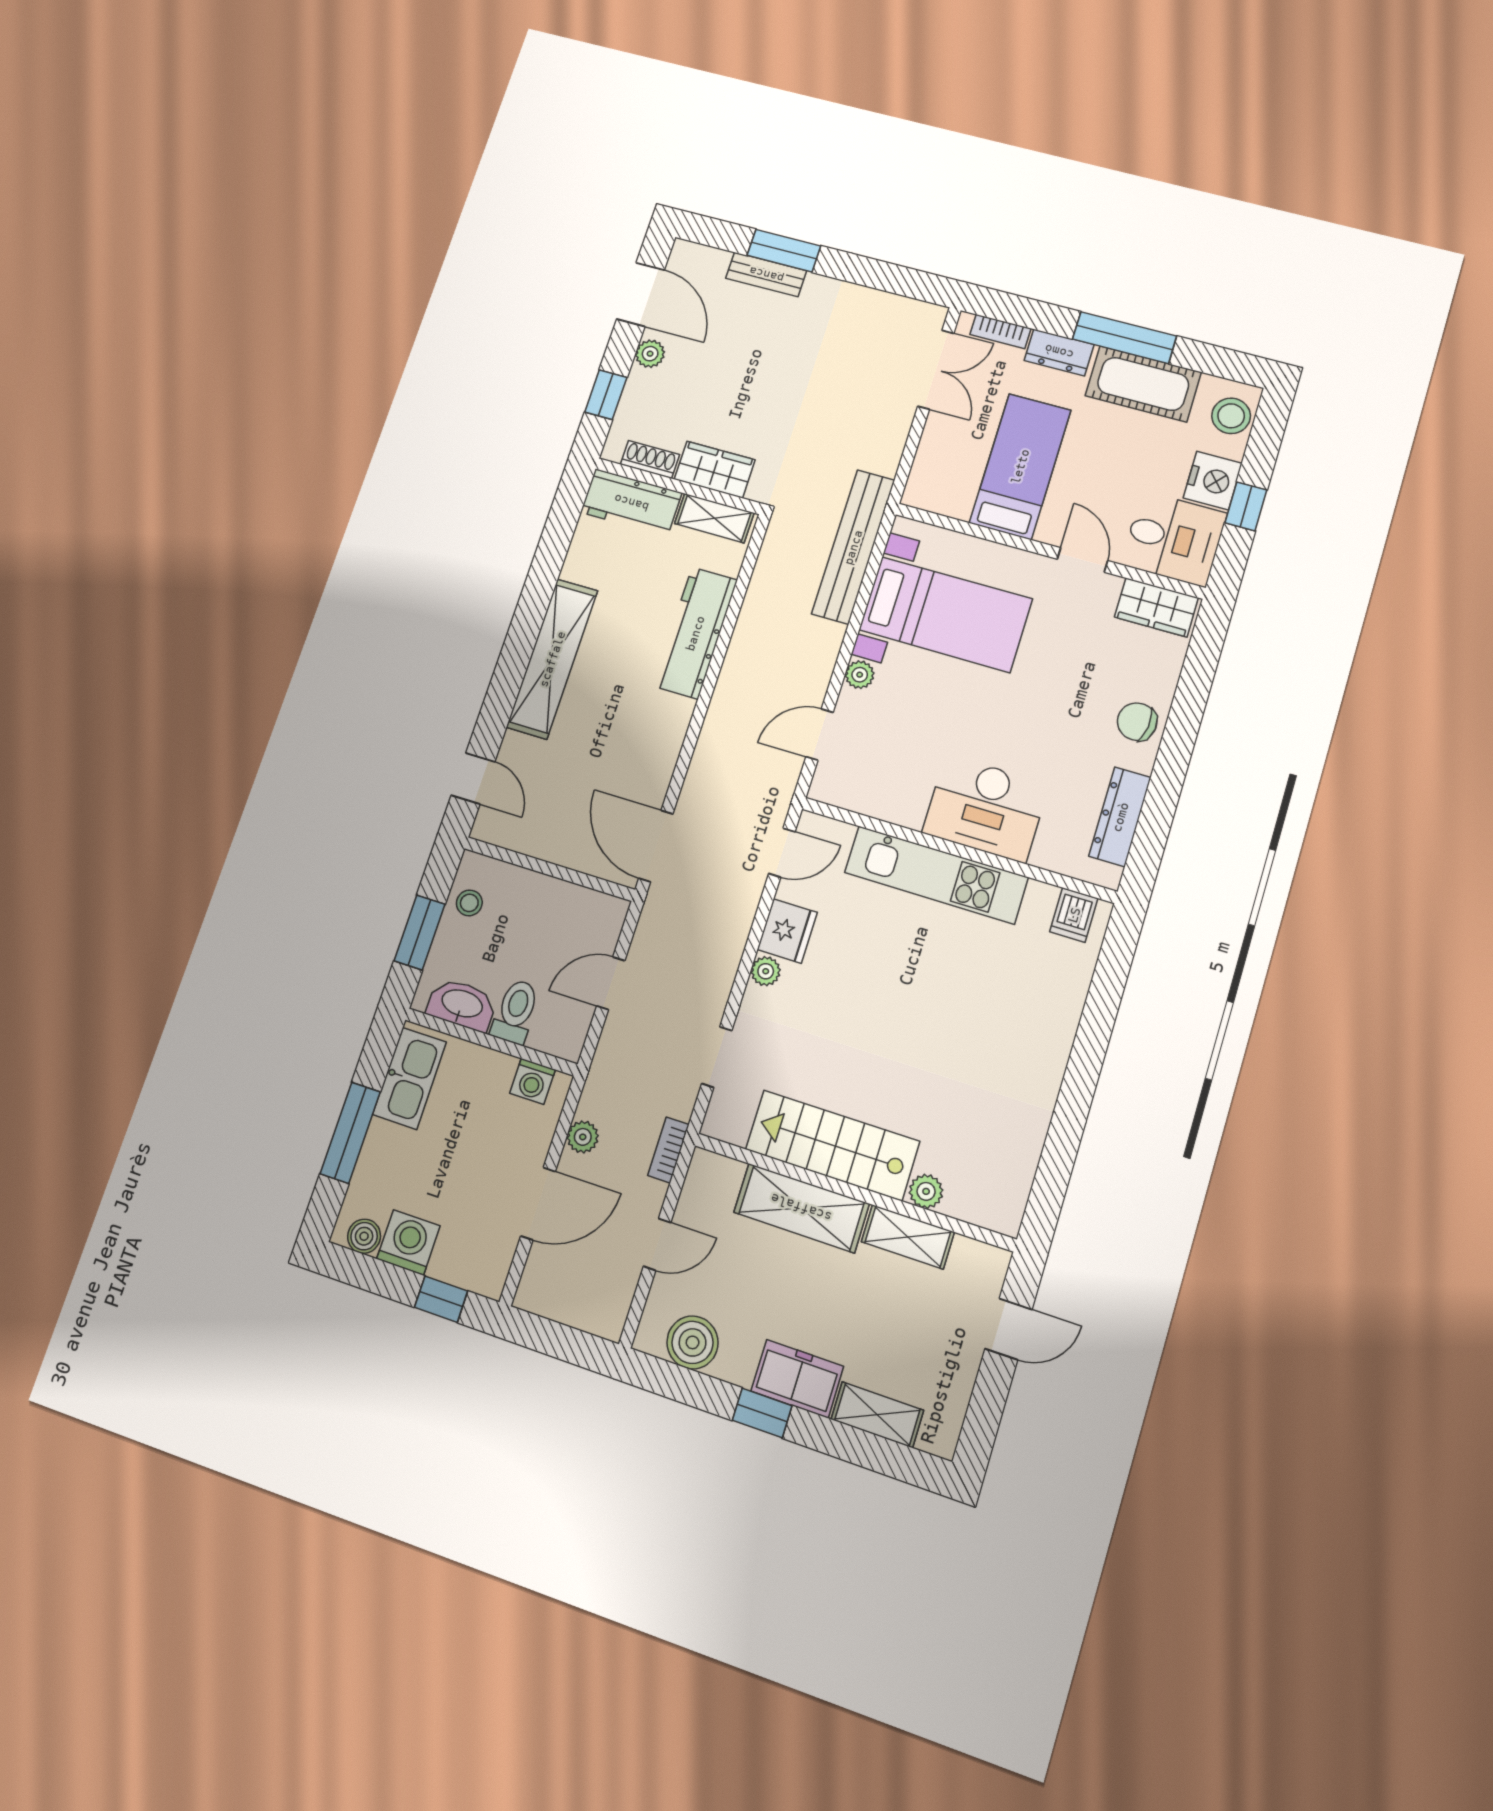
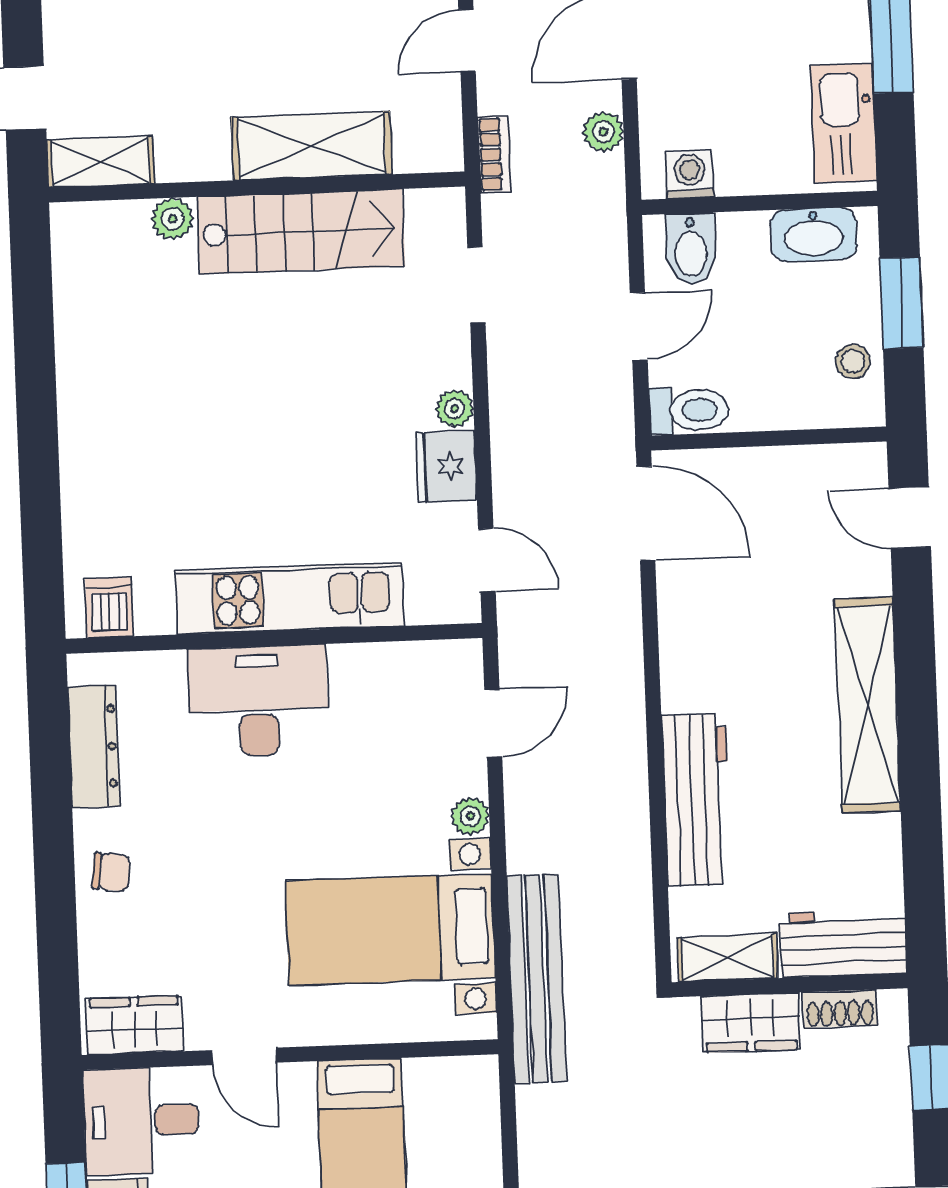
plant: (650, 354) -> (894, 1152), removed
chair: (1137, 722) -> (111, 872), width x0.73, depth x0.73
door: (782, 853) -> (487, 560), swing flipped
toilet: (516, 1011) -> (689, 410), moved, turned -90
bidet: (552, 1026) -> (691, 249), added
shelving: (908, 1237) -> (100, 162), moved

